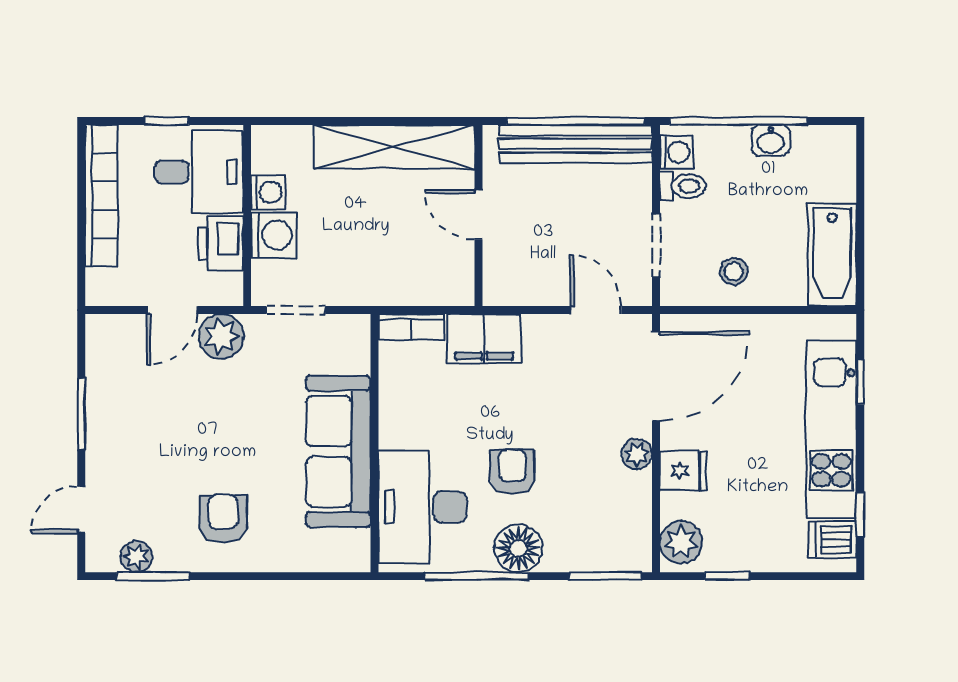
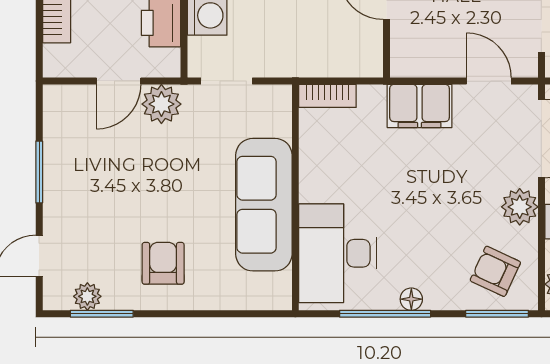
filing cabinet: (484, 339) -> (420, 106), moved
plant: (637, 454) -> (520, 207), width x1.38, depth x1.38
armchair: (512, 472) -> (495, 271), moved, turned -65
floor lamp: (518, 548) -> (411, 299), width x0.53, depth x0.53

